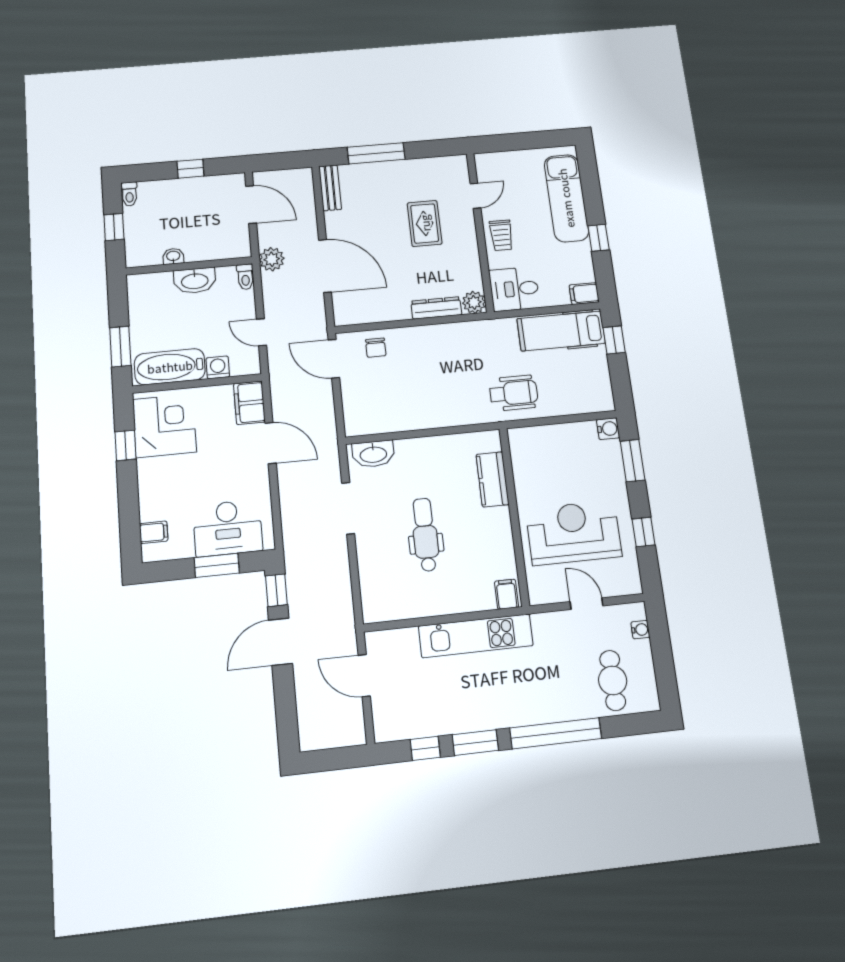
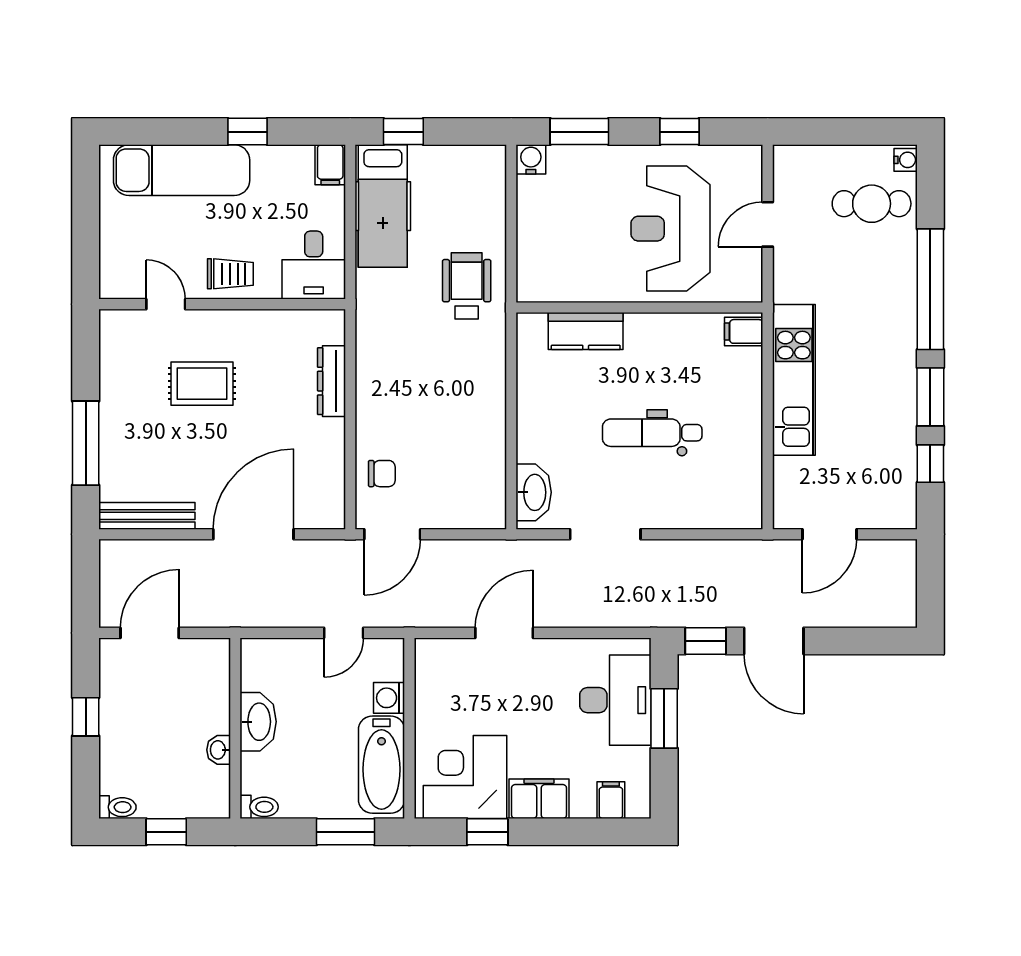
bench: (330, 188) -> (147, 516), width x1.36
plant: (272, 259) -> (236, 610), removed
toilet: (245, 277) -> (259, 807), moved
plant: (474, 302) -> (328, 326), removed
filing cabinet: (249, 403) -> (539, 799), moved, turned 180
water cooler: (640, 630) -> (906, 160), moved, turned 90

